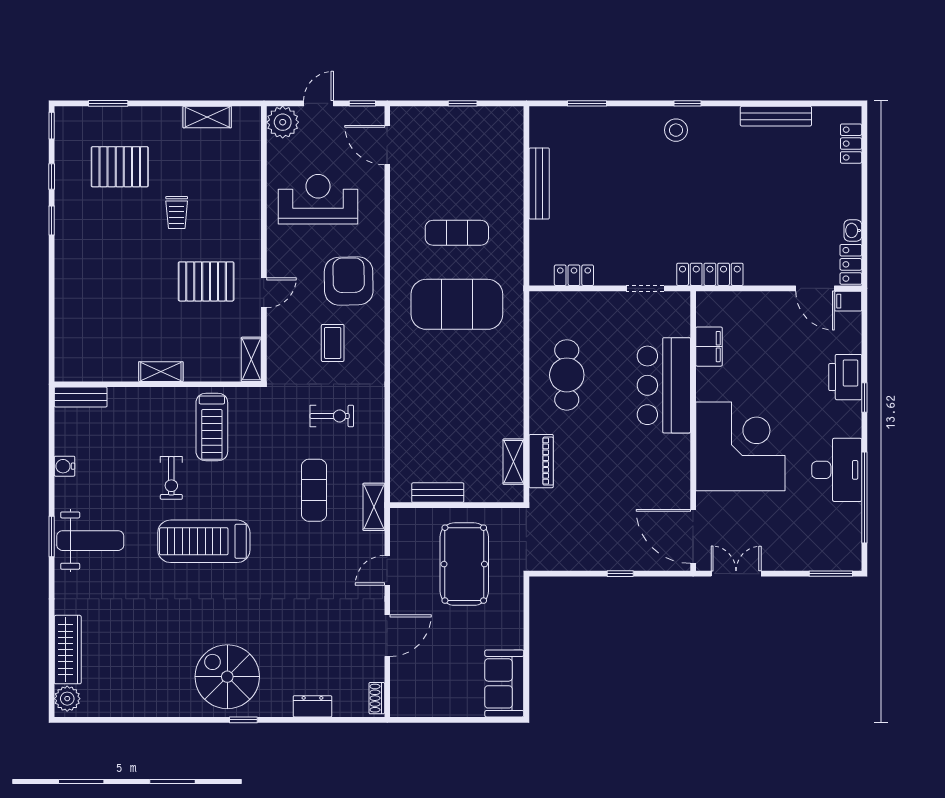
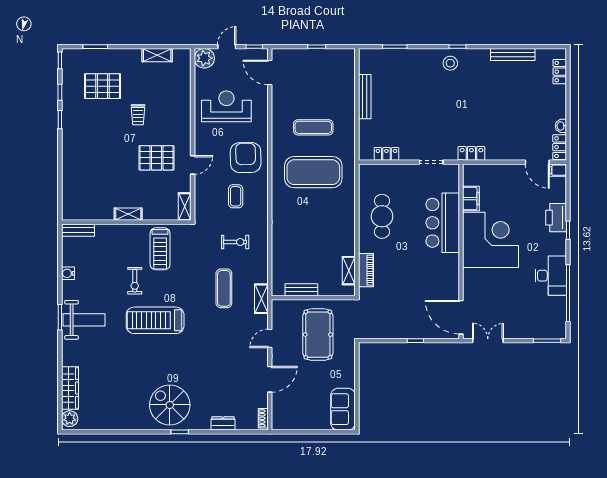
locker: (710, 274) -> (471, 153), width x0.66
corner desk: (740, 446) -> (491, 240), moved

